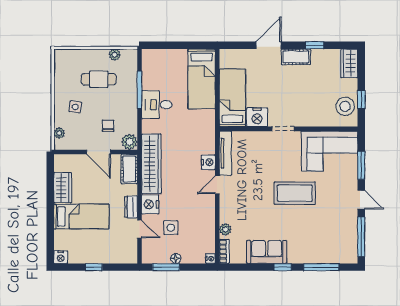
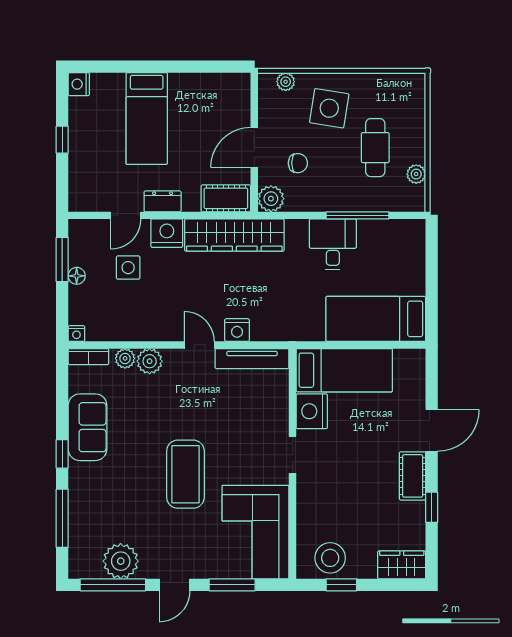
door: (269, 45) -> (432, 430), hinge flipped
side table: (75, 107) -> (329, 108), width x1.87, depth x1.87
wardrobe: (63, 188) -> (195, 87), removed
plant: (227, 215) -> (150, 361), added
plant: (347, 232) -> (121, 561), added

